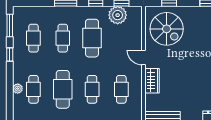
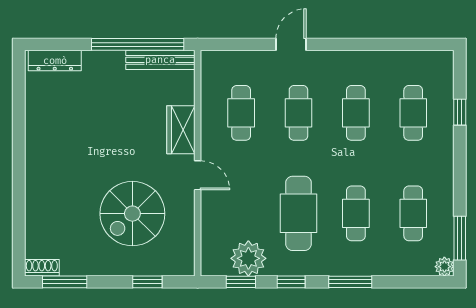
spiral stairs: (167, 29) -> (132, 214), moved, turned -90
window: (10, 55) -> (460, 112), moved
plant: (18, 89) -> (444, 267), moved
cafe table: (63, 89) -> (356, 113), width x0.73, depth x0.74

